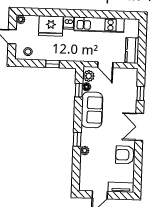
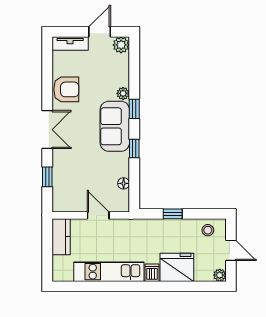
plant: (89, 76) -> (121, 45), moved
window: (79, 90) -> (134, 149), moved
sofa: (92, 110) -> (115, 126), moved

